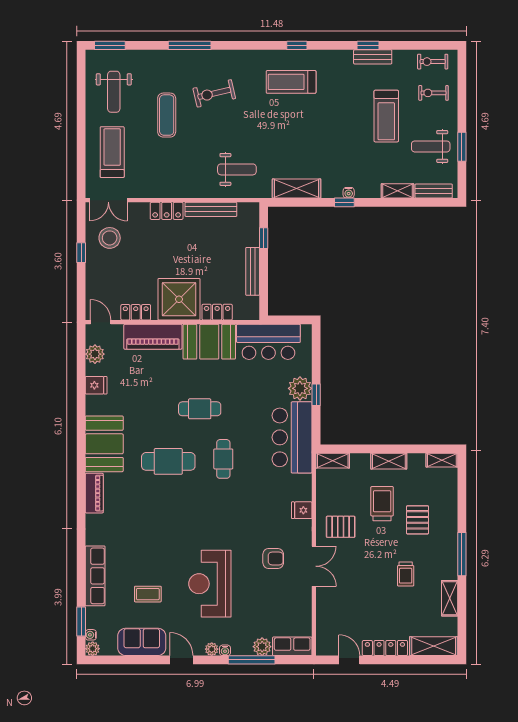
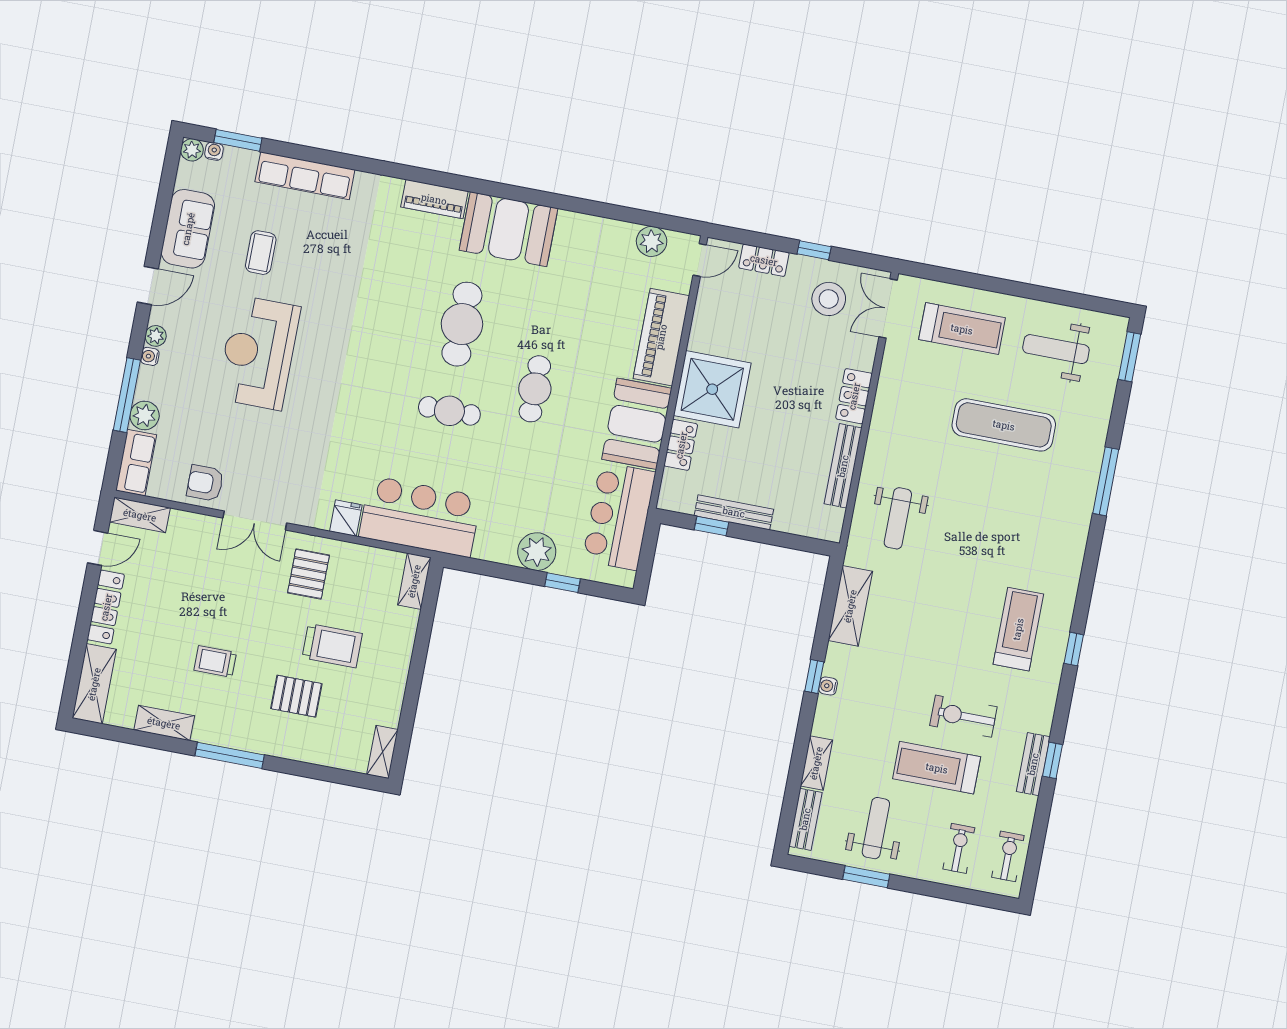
exercise bike: (214, 93) -> (963, 716), moved, turned -77
exercise mat: (167, 115) -> (1004, 425), width x1.36, depth x1.45
window: (264, 238) -> (712, 526), moved
locker: (136, 312) -> (764, 260), moved, turned 90
fridge: (96, 385) -> (603, 234), removed
window: (316, 395) -> (562, 583), moved
bar counter: (292, 437) -> (420, 517), moved
shelving: (389, 461) -> (140, 515), moved, turned 90
armchair: (273, 559) -> (205, 483), moved, turned 90
reception desk: (210, 584) -> (258, 353), turned -90

